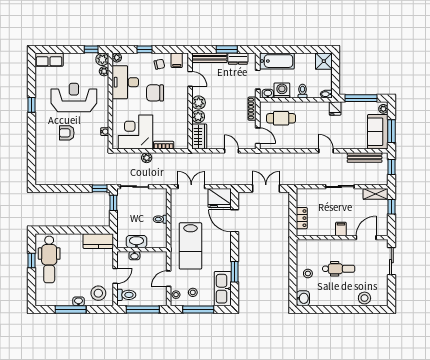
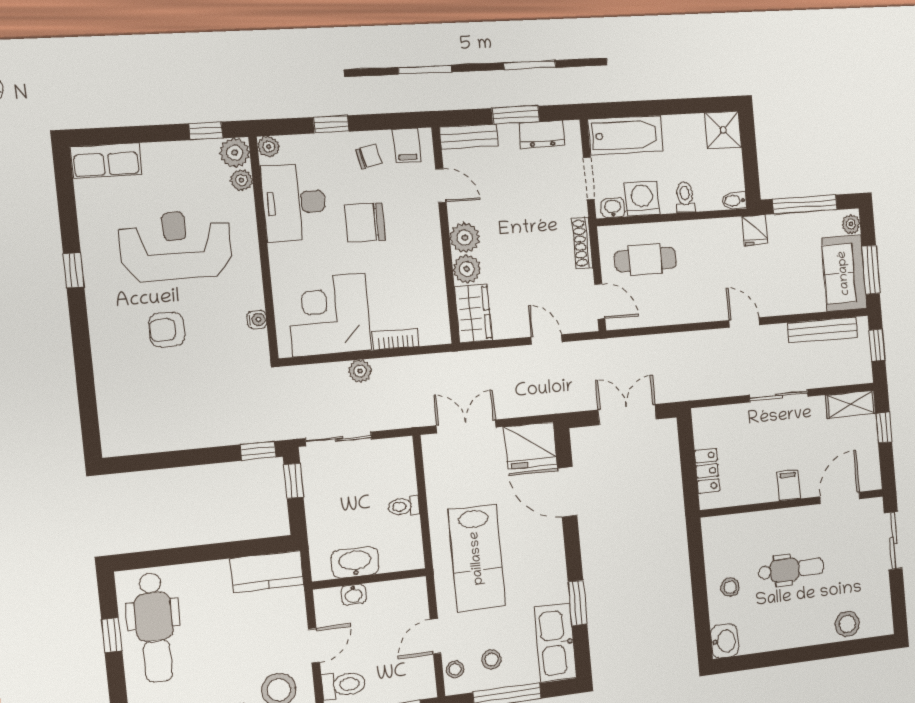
bench: (209, 58) -> (469, 136), width x0.73

